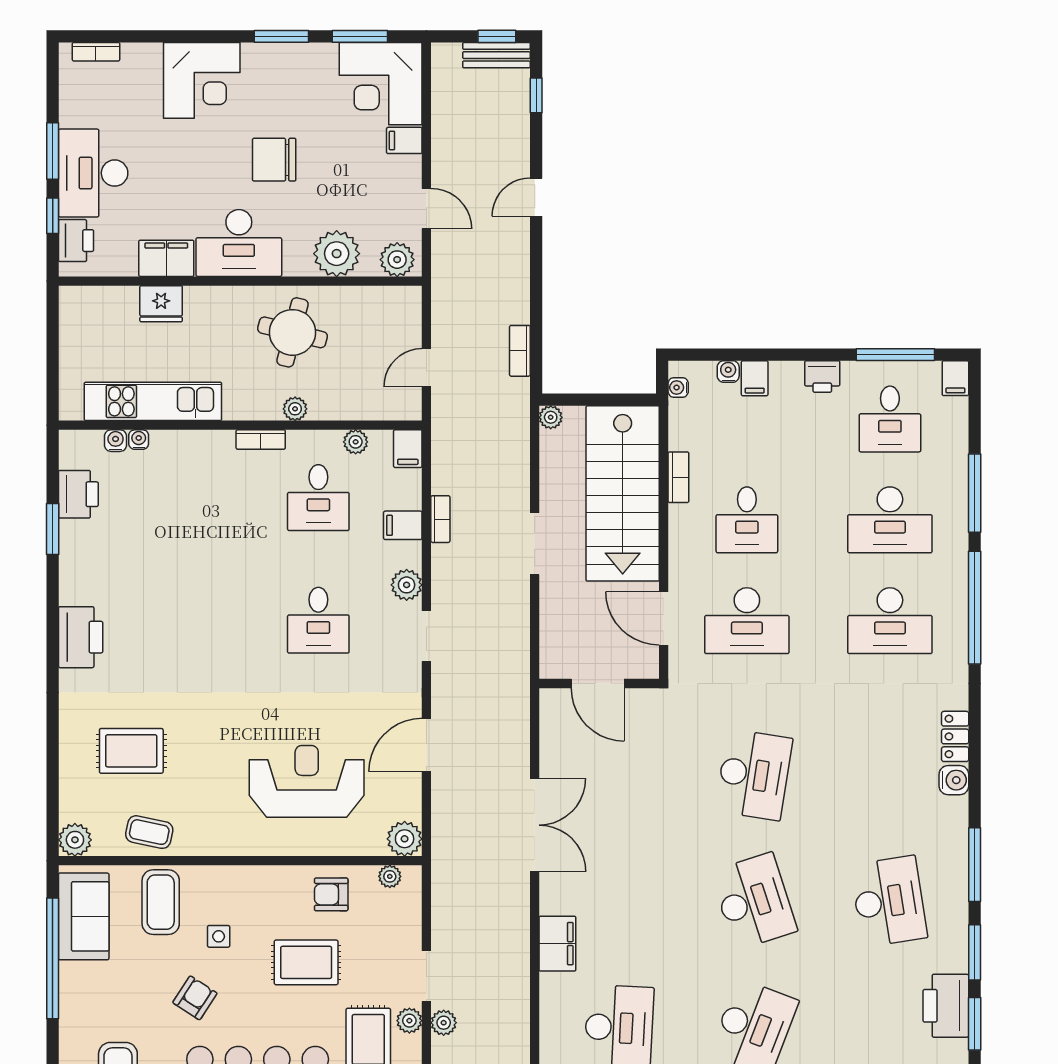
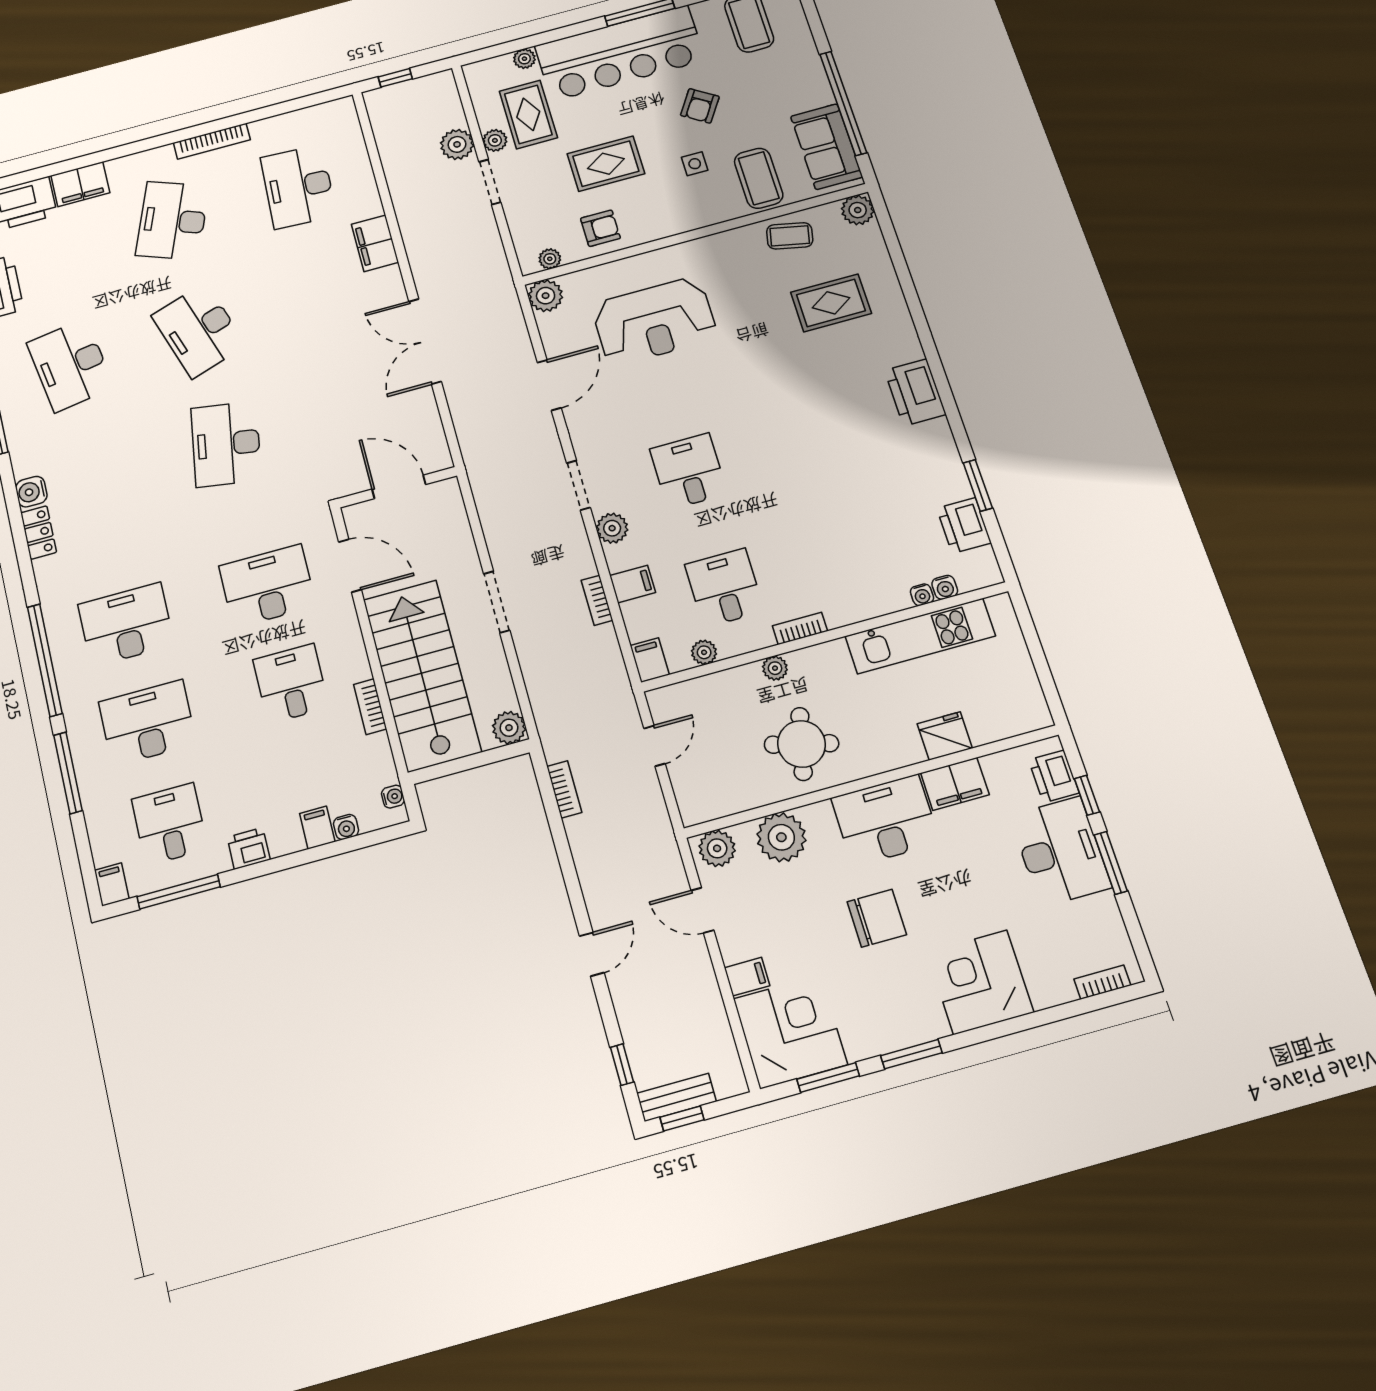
plant: (551, 417) -> (509, 728), width x1.38, depth x1.38
plant: (444, 1023) -> (457, 144), width x1.38, depth x1.38

